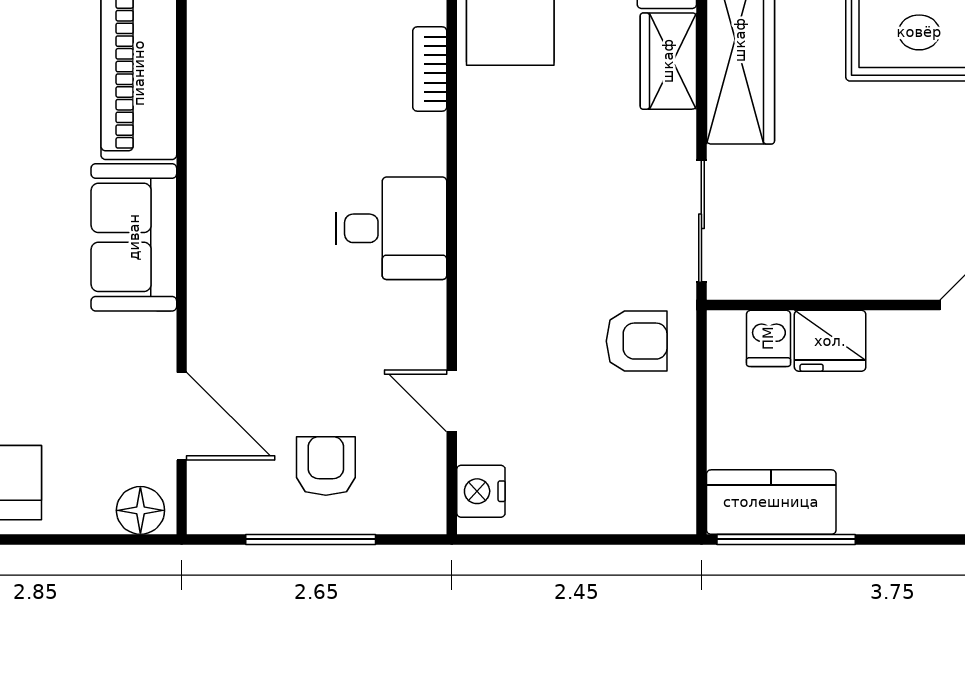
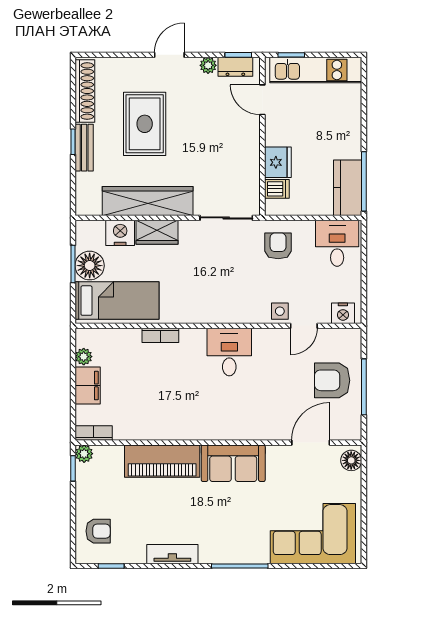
side table: (486, 345) -> (280, 311), added
armchair: (326, 466) -> (332, 380), width x1.38, depth x1.38
desk: (643, 478) -> (337, 243), added

